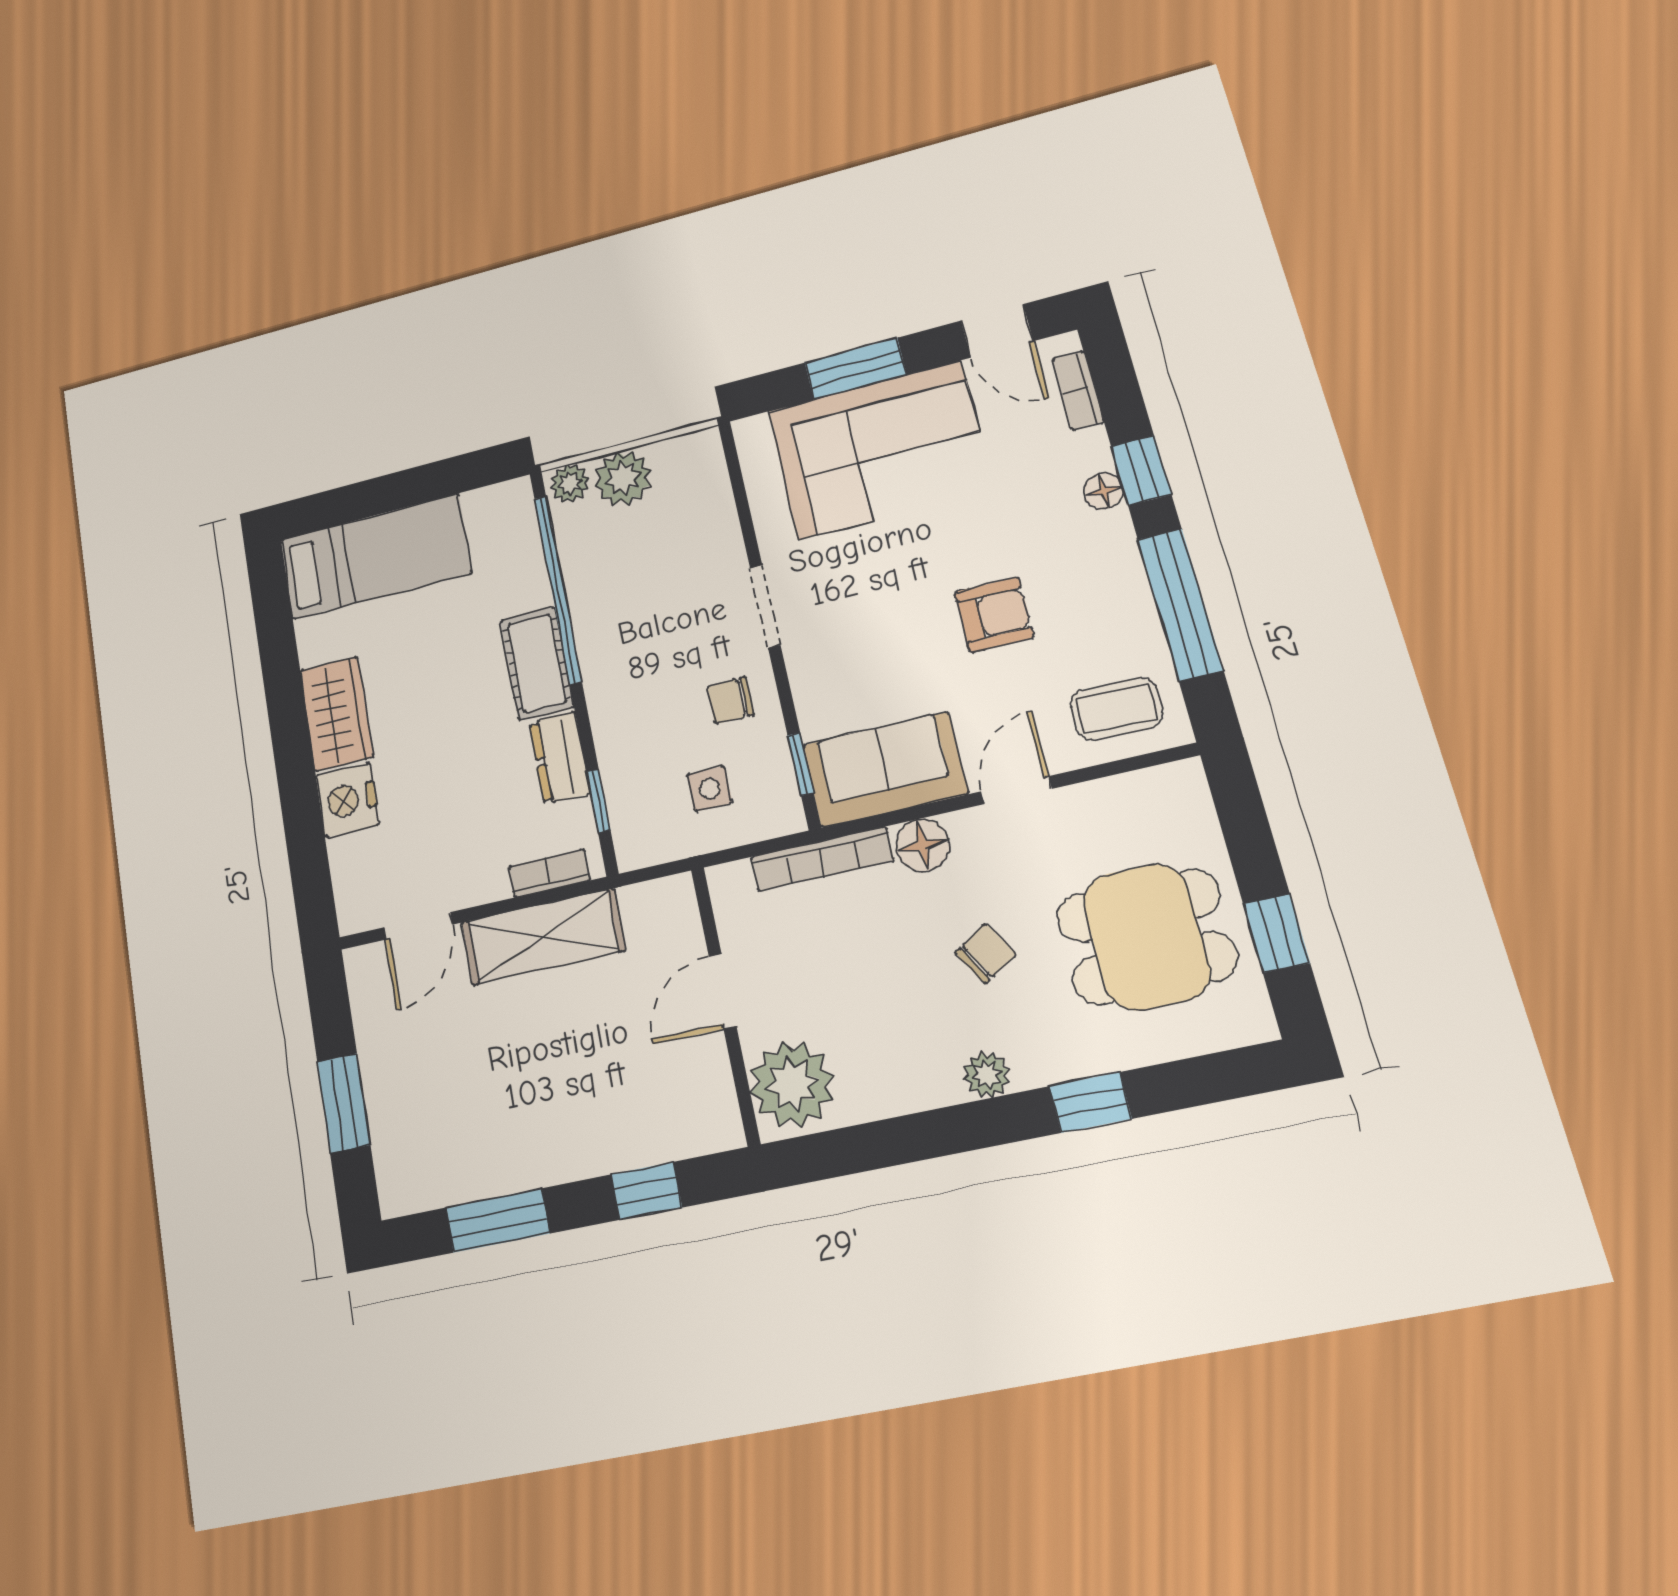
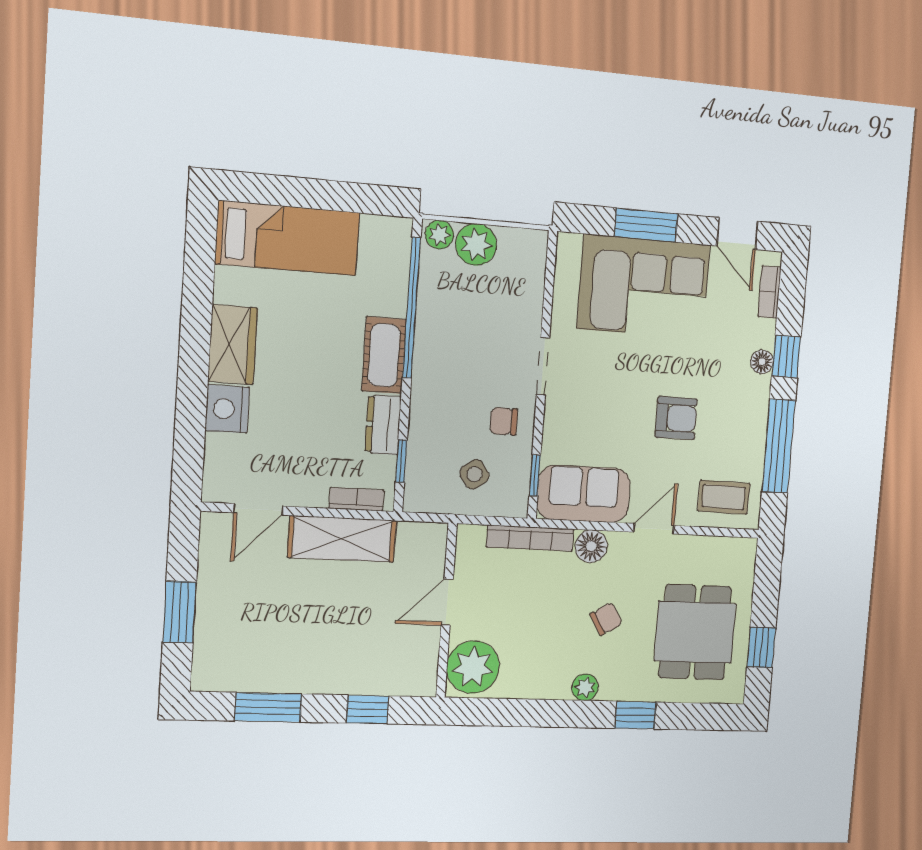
side table: (710, 789) -> (474, 474), turned -35
dining table: (1147, 937) -> (695, 632), turned 90

